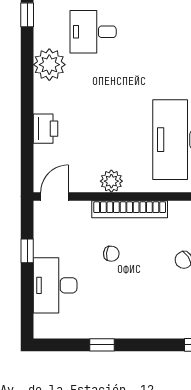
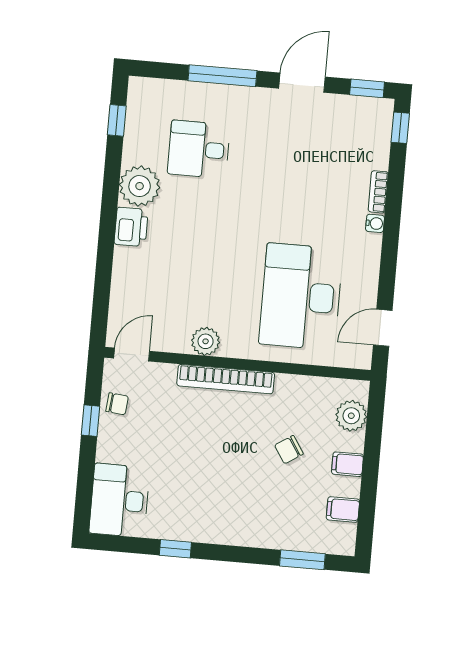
printer: (46, 129) -> (131, 227), moved
chair: (111, 254) -> (117, 404), moved
desk: (55, 285) -> (119, 500), moved

